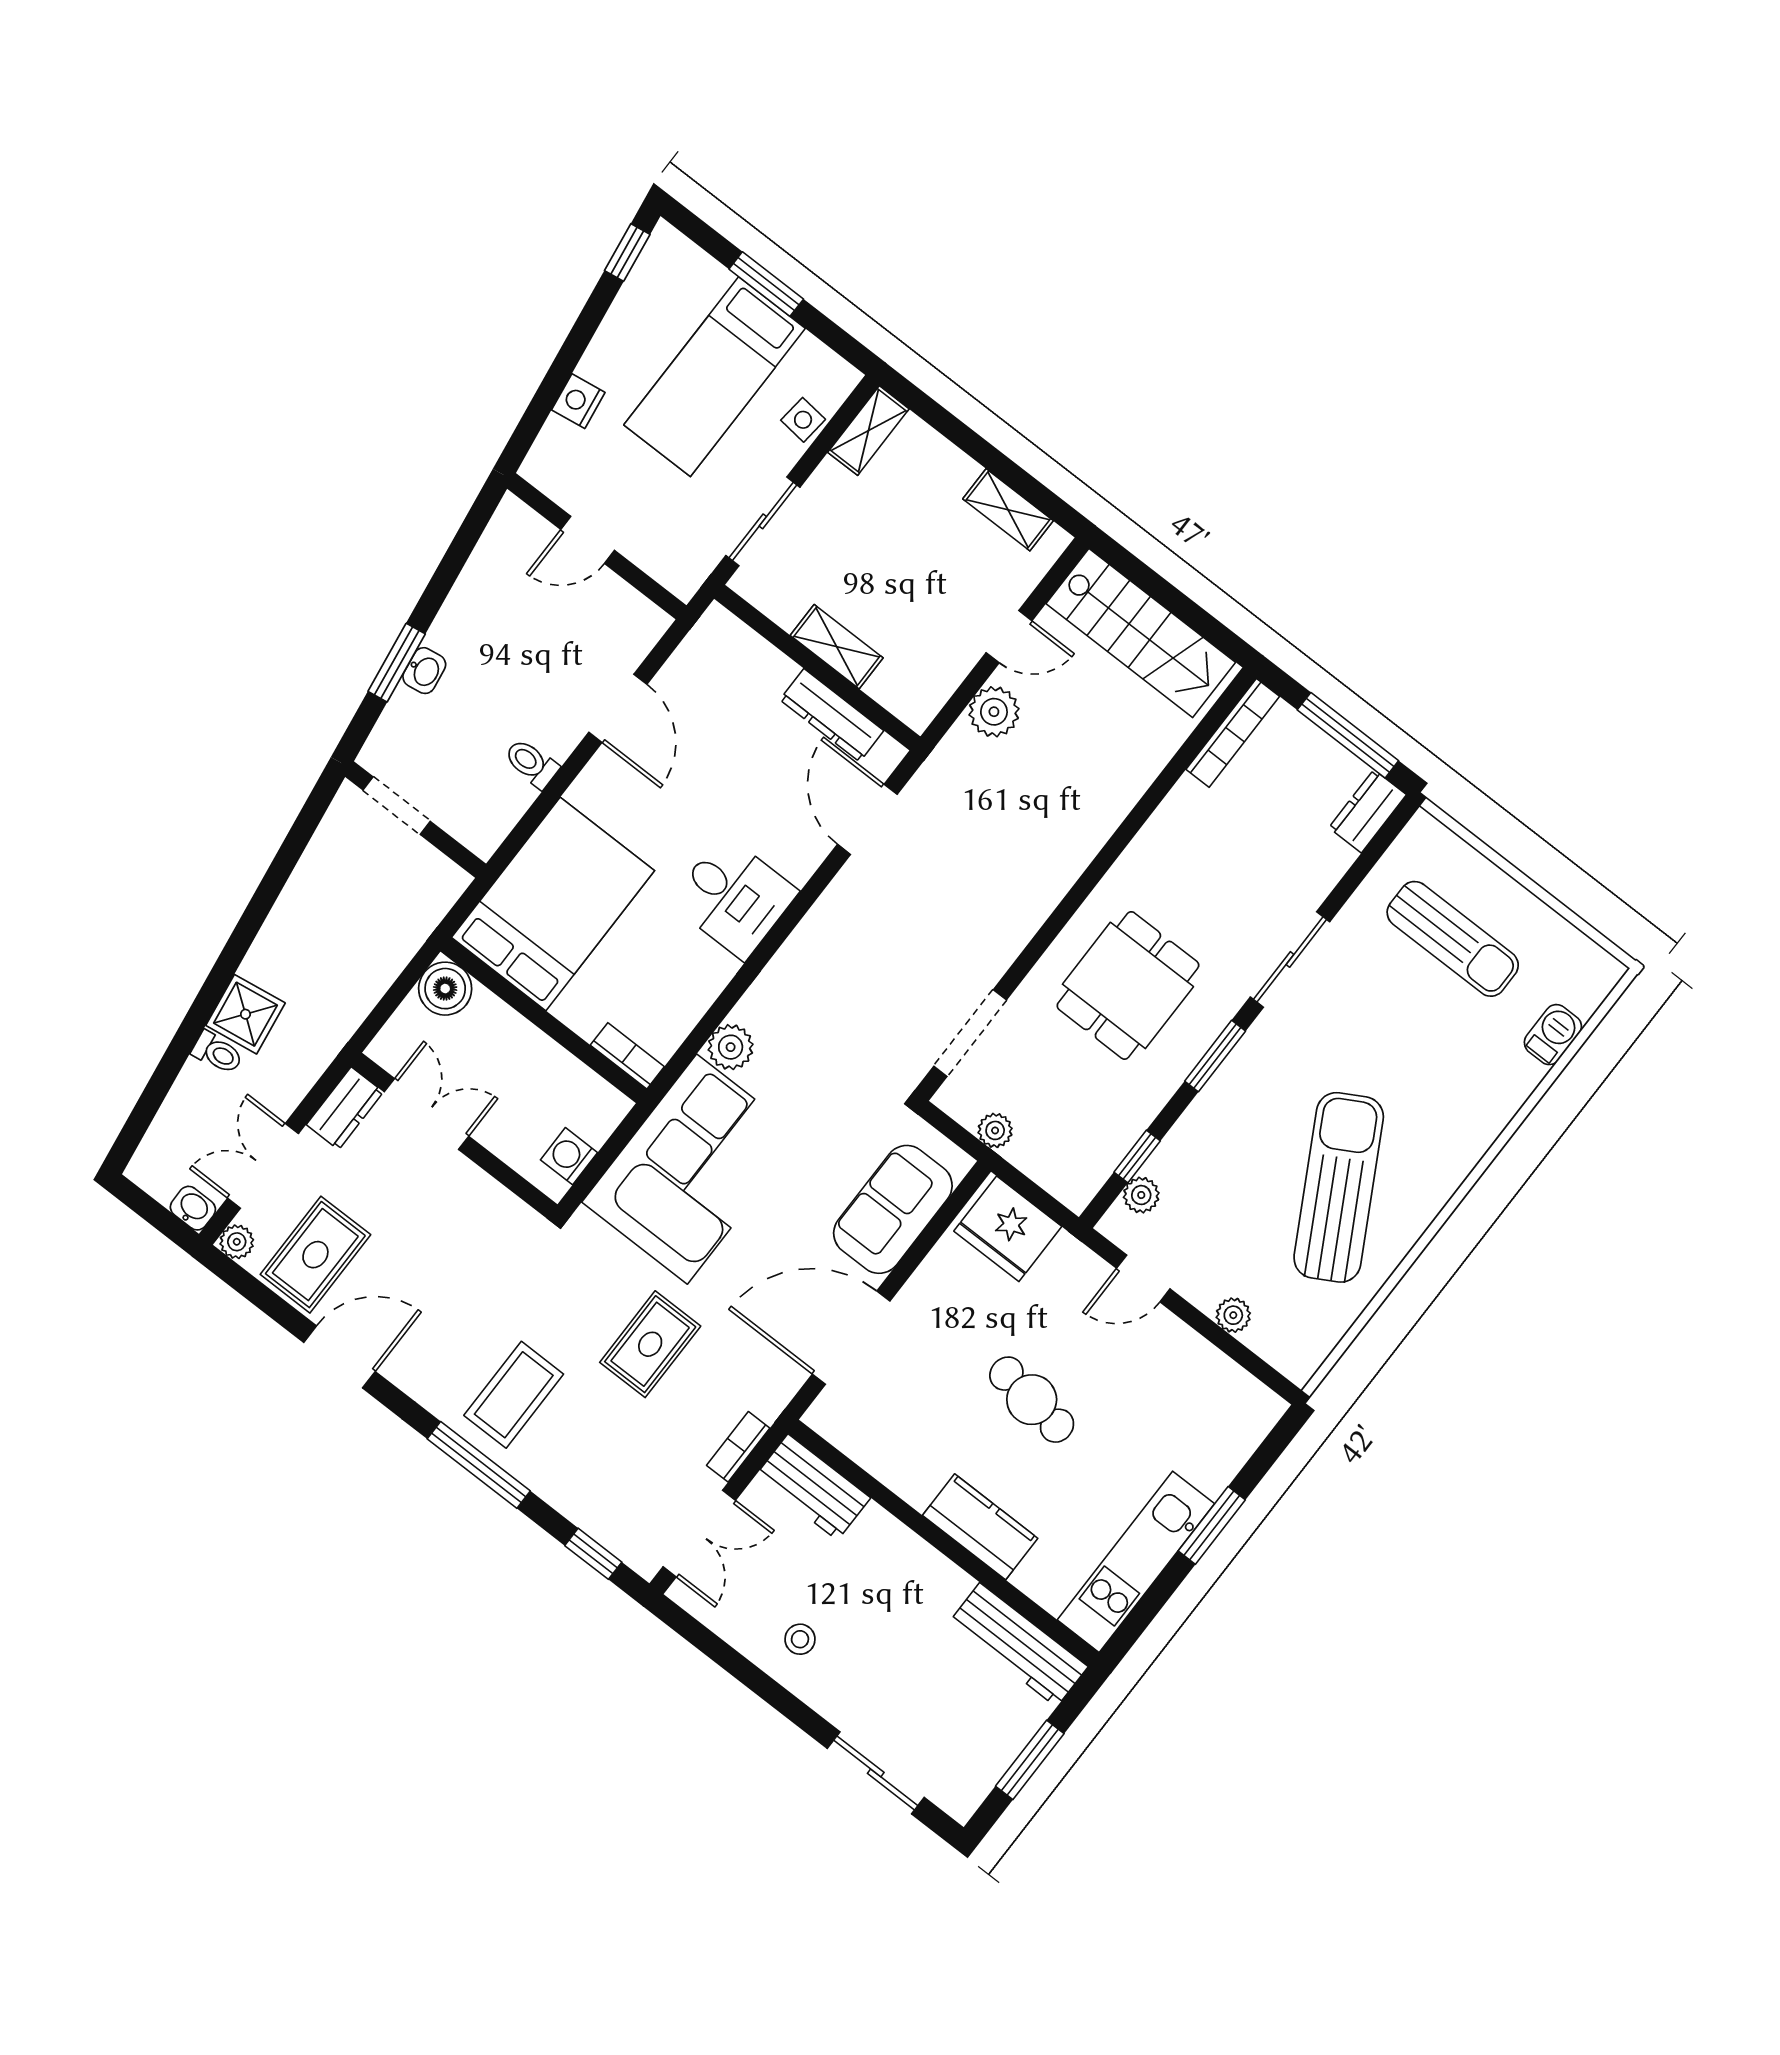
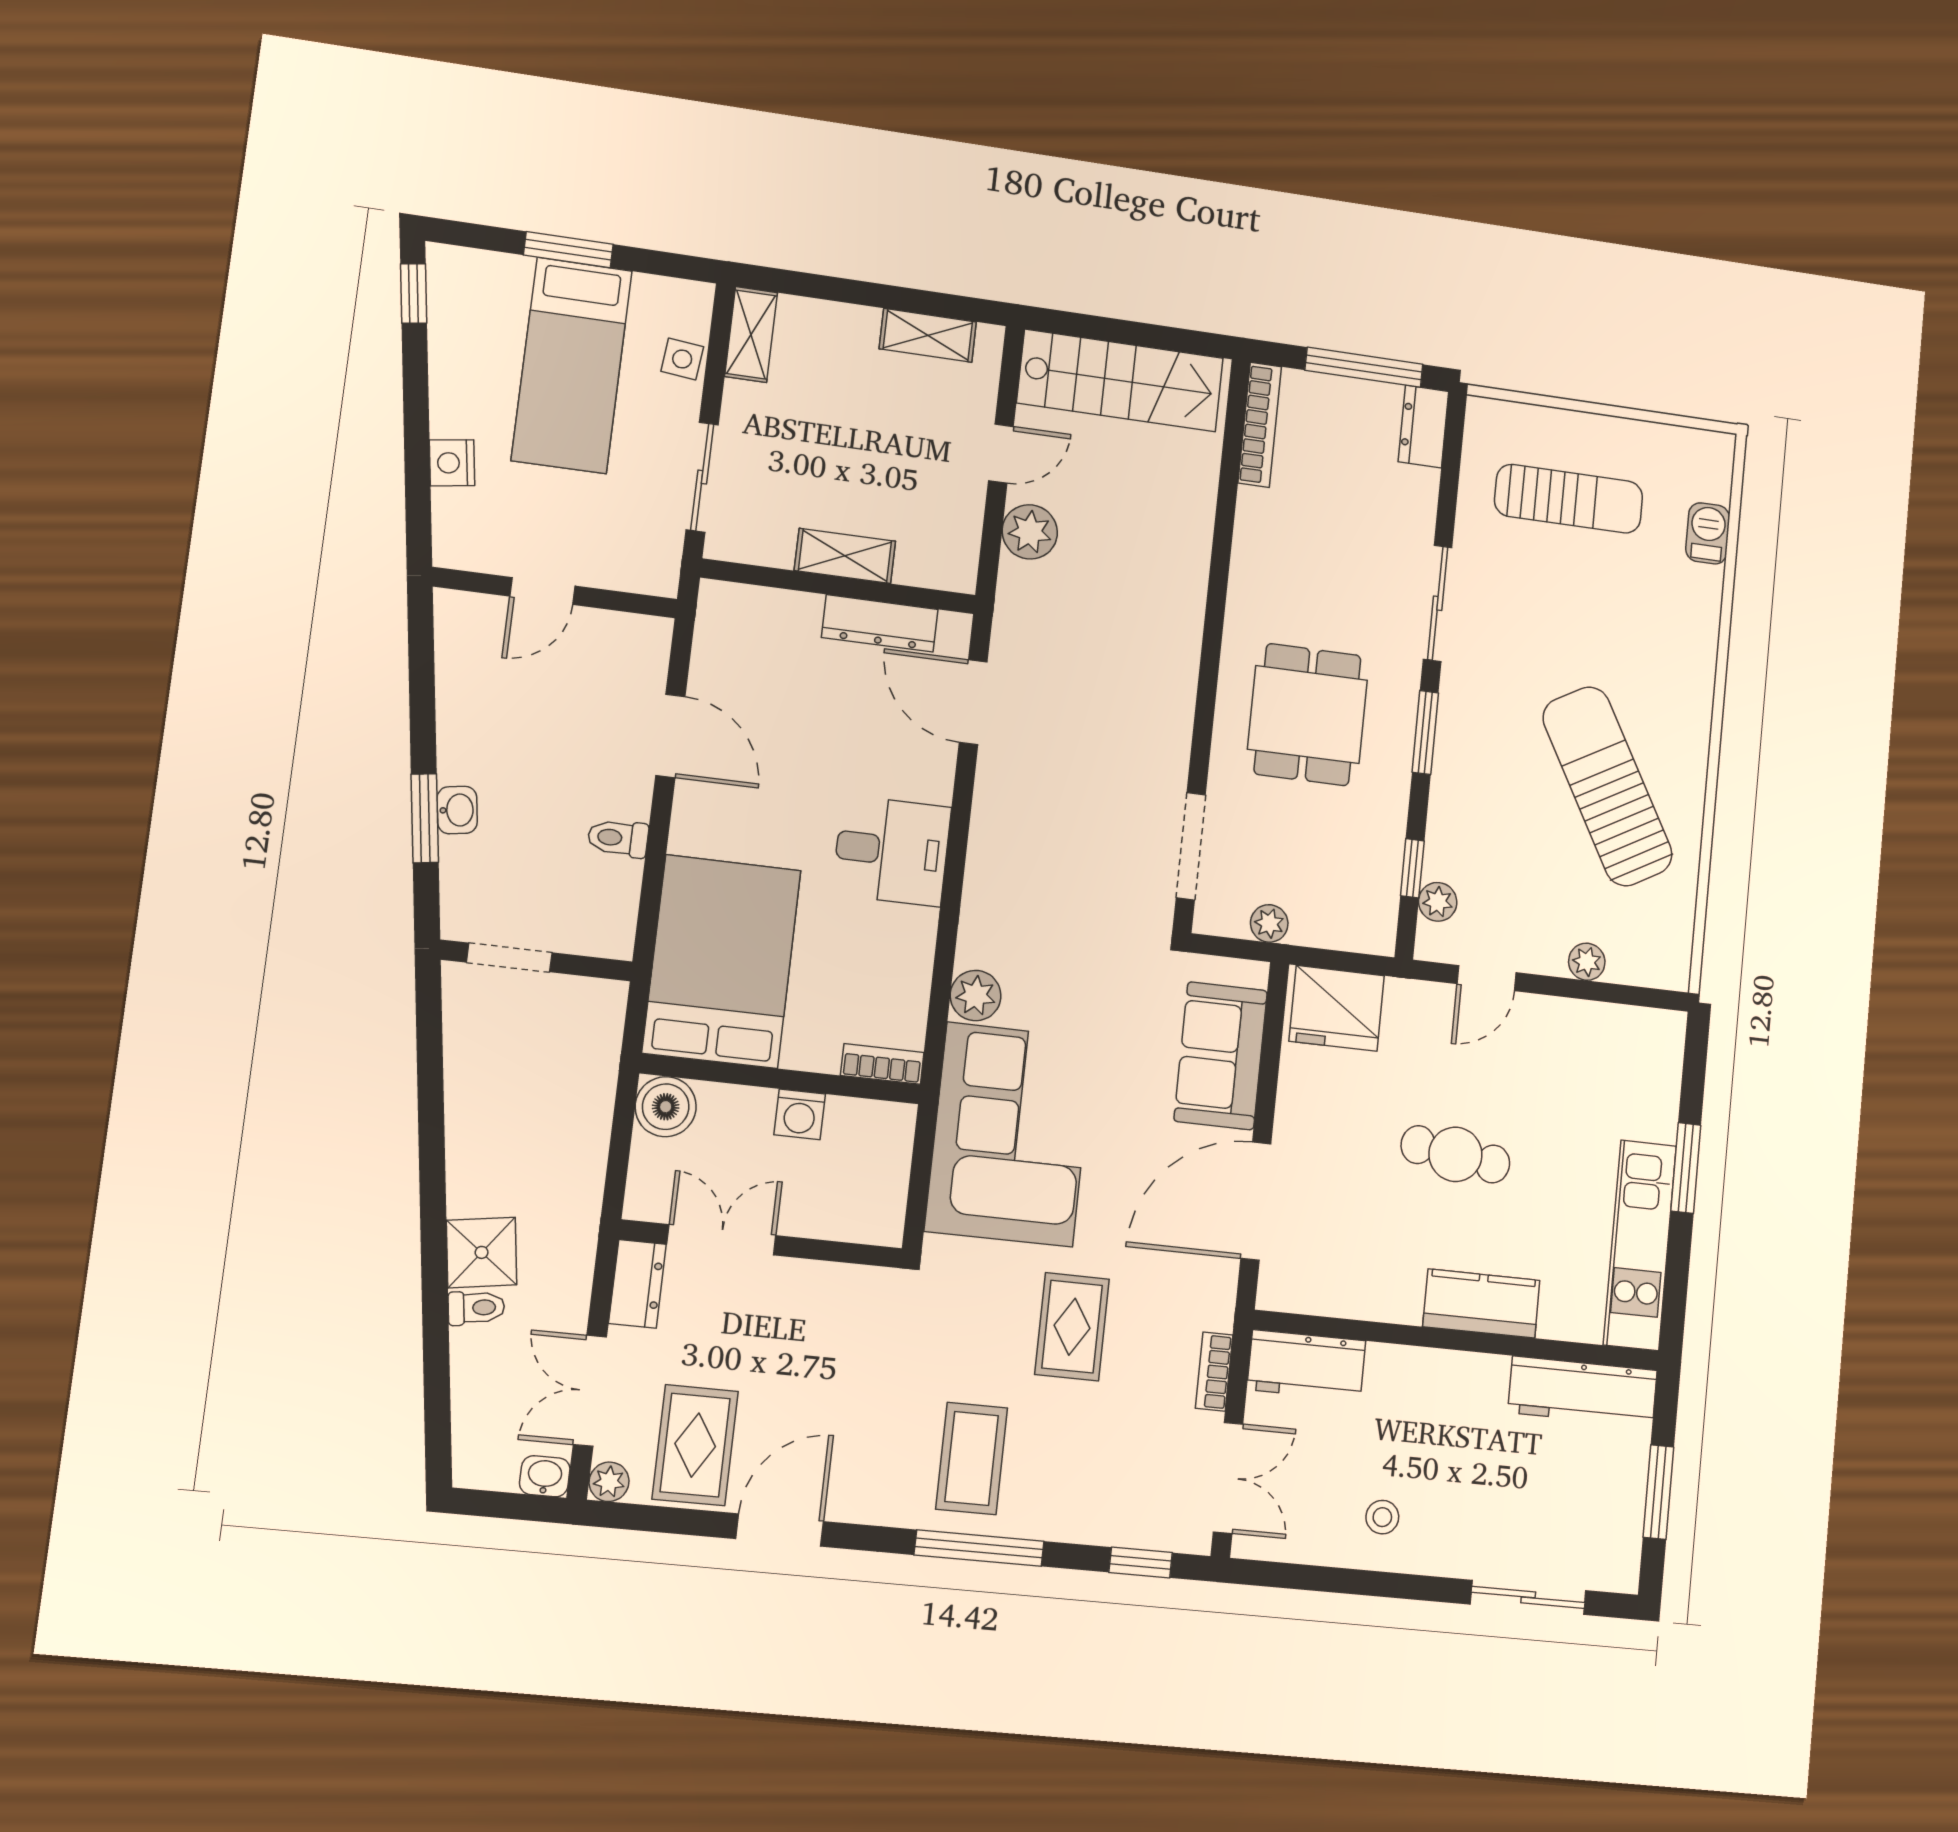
washing machine: (569, 1156) -> (800, 1114), moved, turned -90

